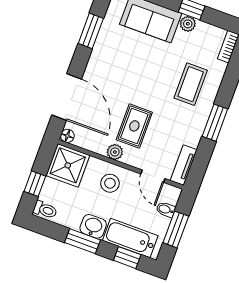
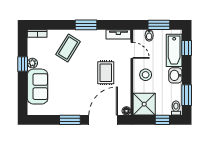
window: (91, 31) -> (70, 120), moved
coffee table: (191, 84) -> (68, 48), turned -58
rug: (134, 126) -> (106, 73), turned 90
plant: (115, 152) -> (126, 79), removed
door: (153, 176) -> (132, 50), hinge flipped
window: (82, 241) -> (187, 95), moved

